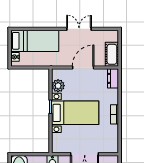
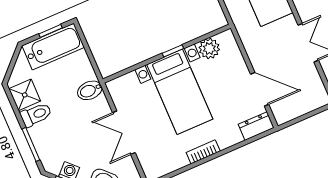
cot: (112, 54) -> (292, 109), removed
door: (83, 68) -> (260, 89), moved

